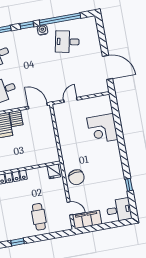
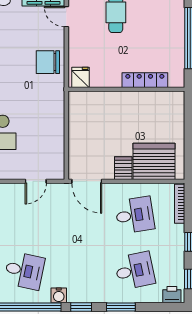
chair: (76, 177) -> (48, 62), turned -83

